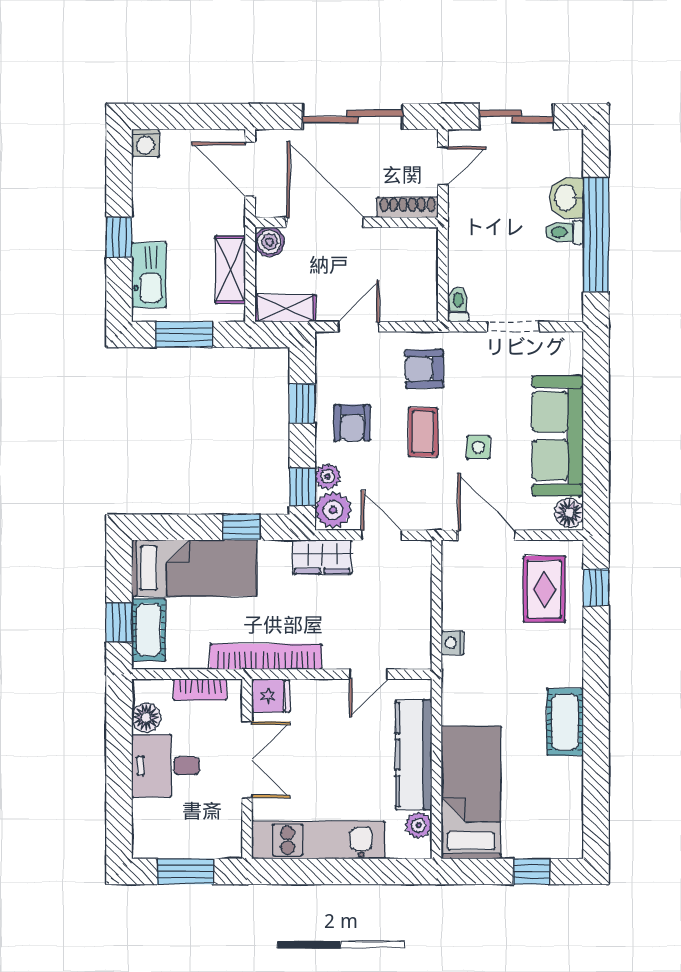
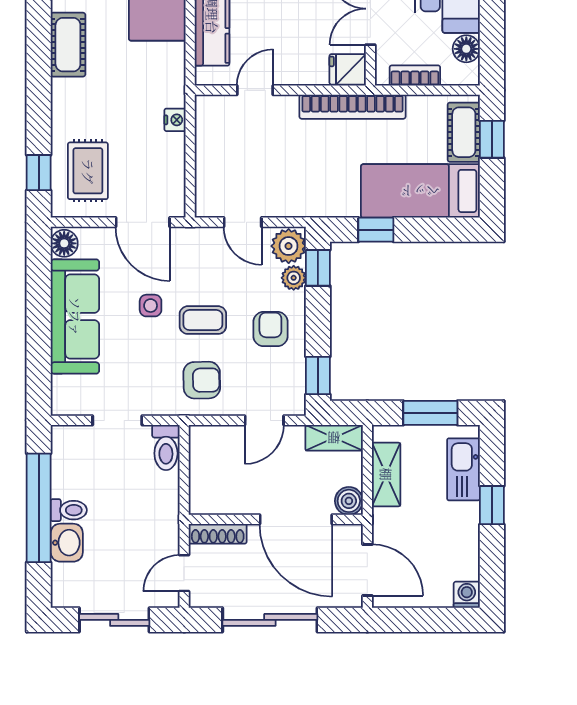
toilet: (458, 305) -> (166, 447), width x1.37, depth x1.39
window: (302, 403) -> (318, 376), moved
coffee table: (423, 432) -> (203, 320), turned 90
wardrobe: (322, 557) -> (299, 201), removed

